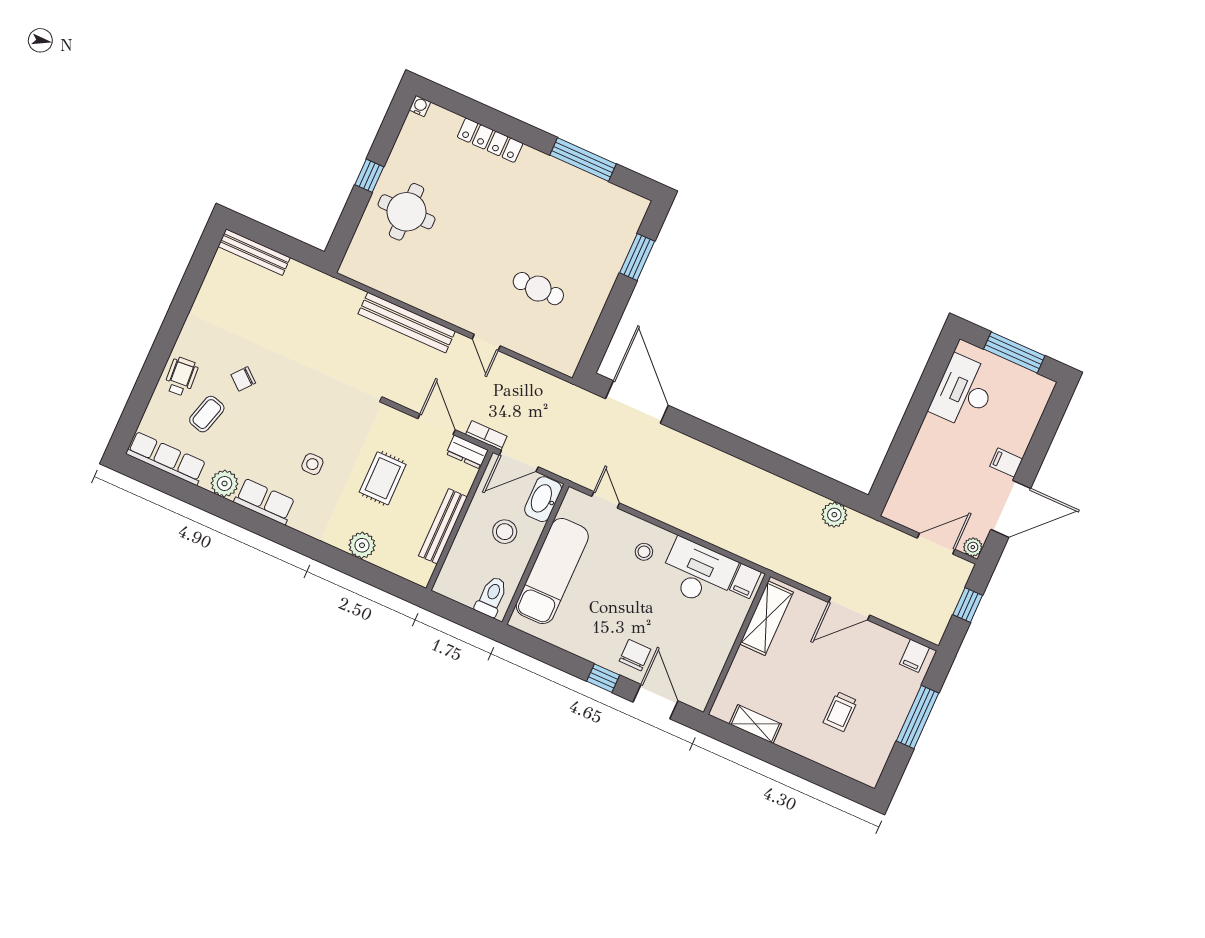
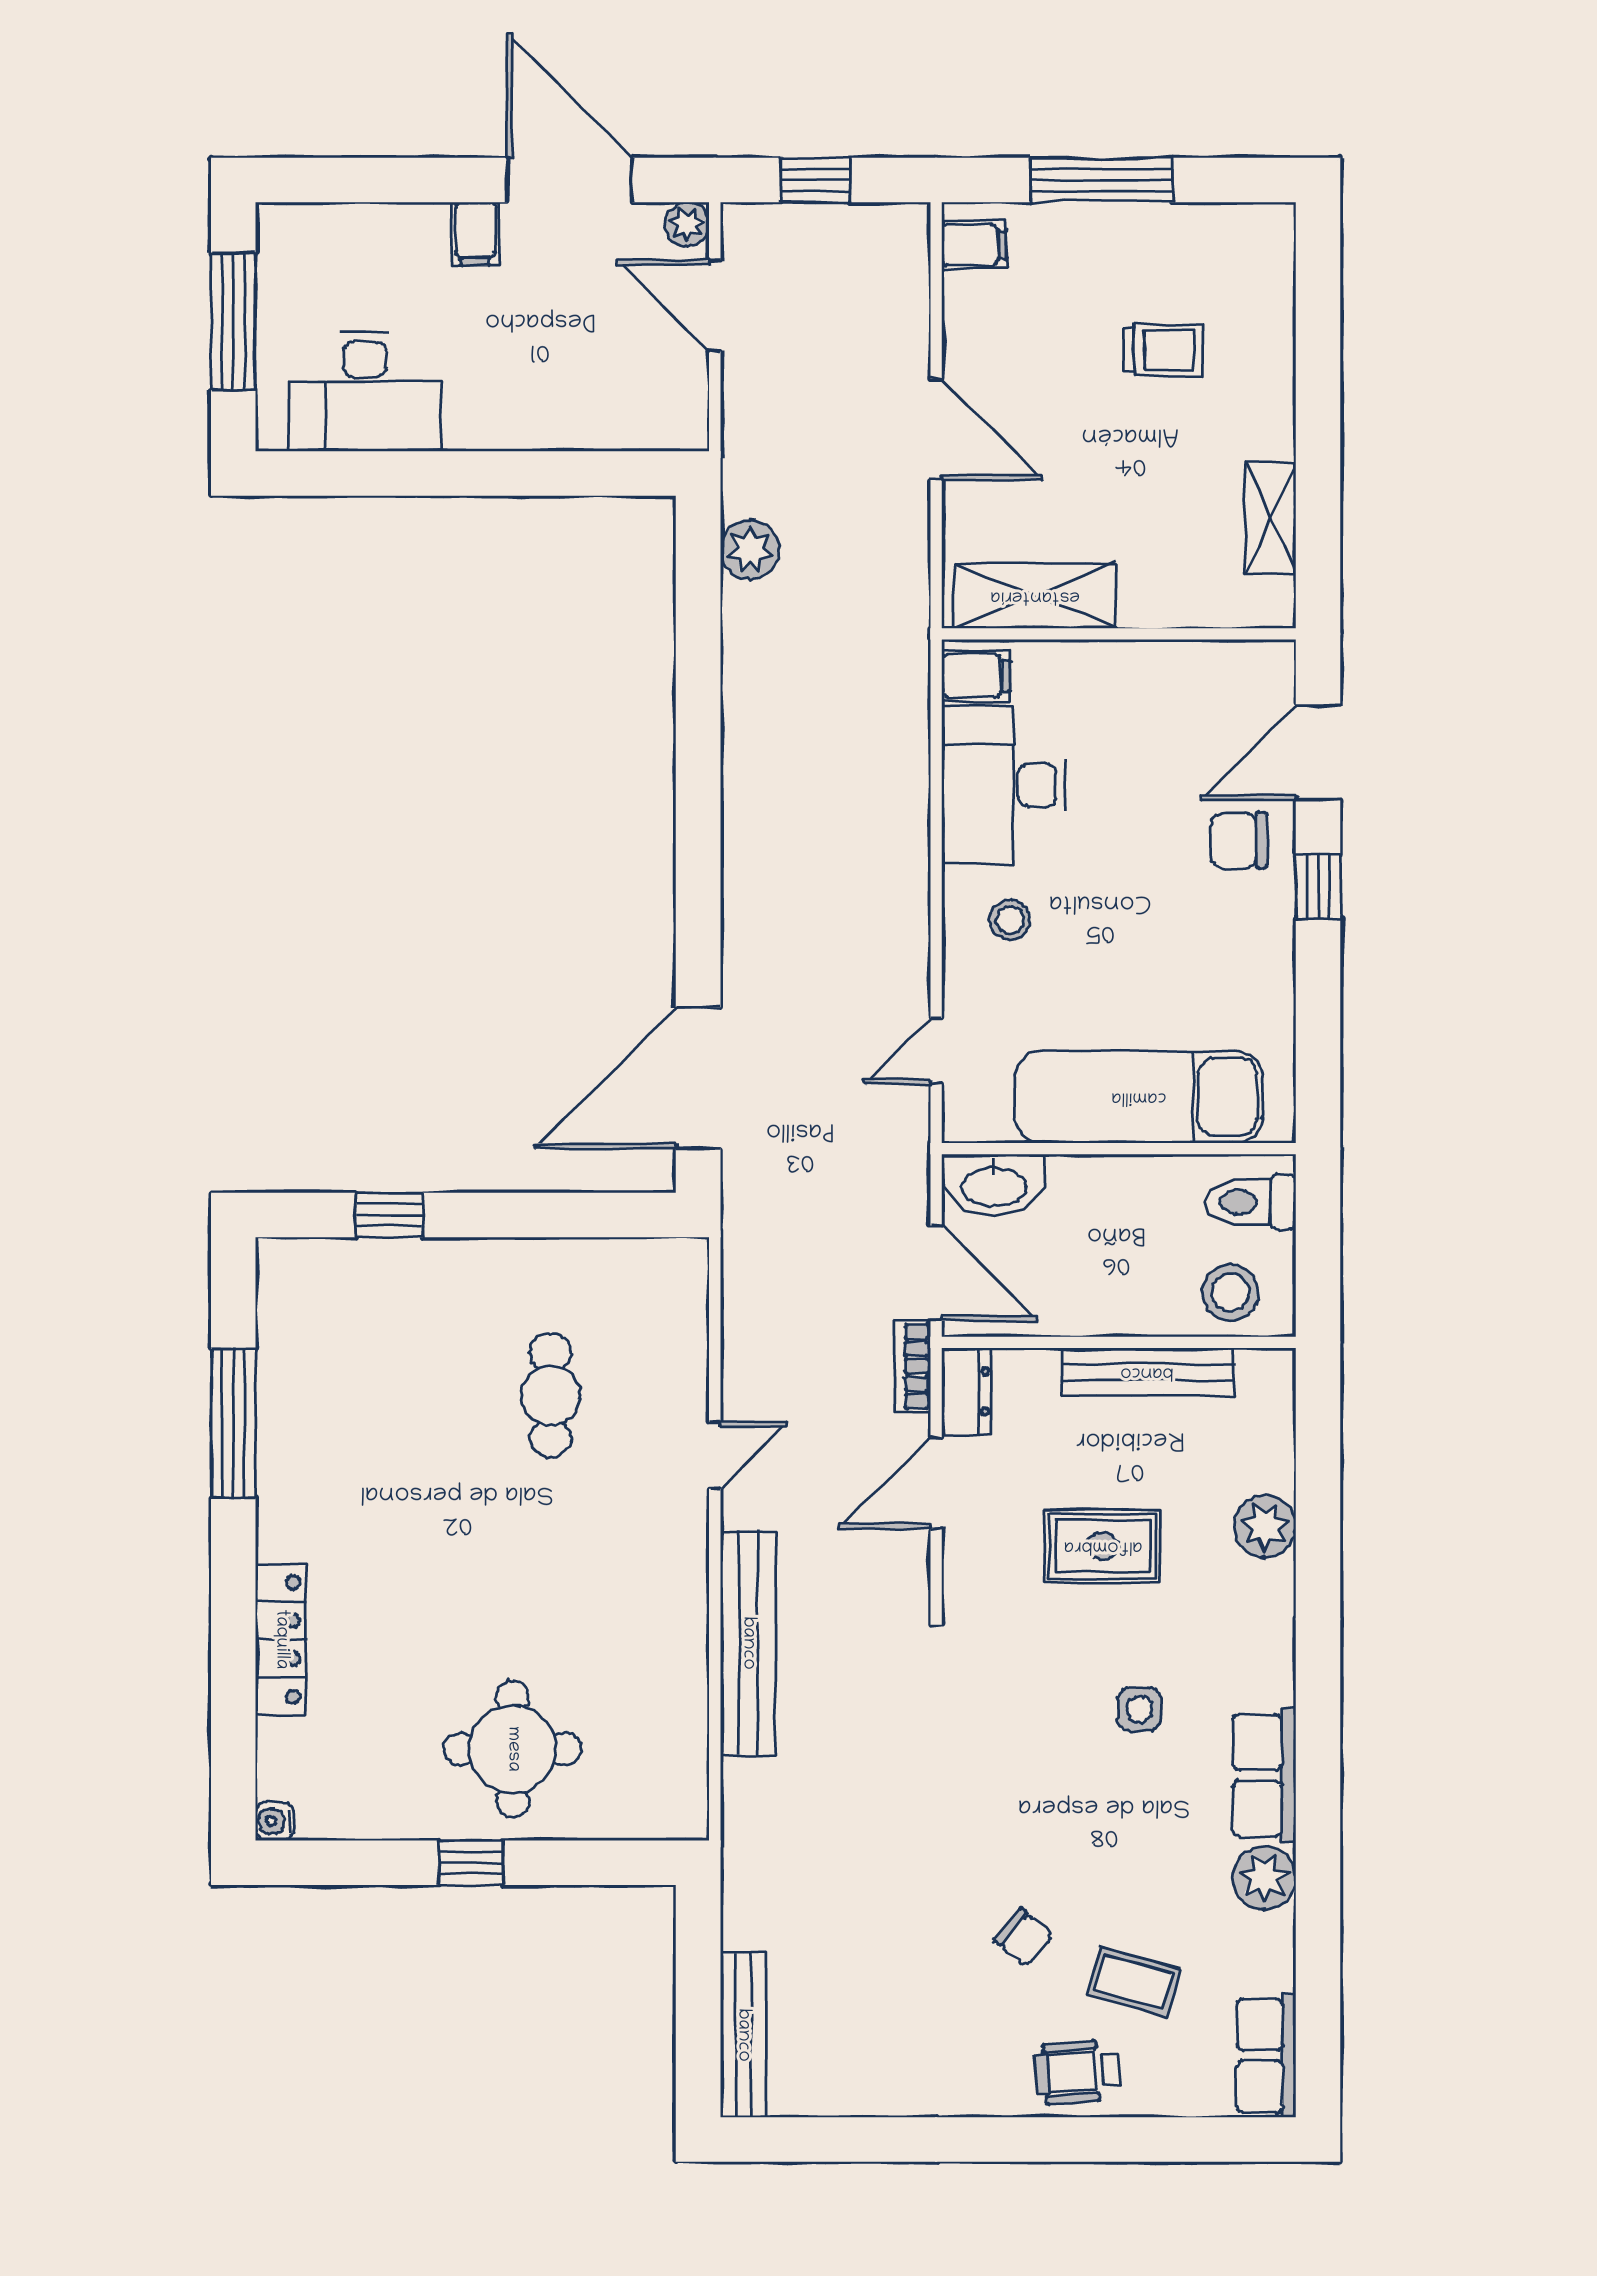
window: (637, 257) -> (389, 1215), width x0.67
row of seats: (166, 458) -> (1266, 2056), width x0.68
stool: (505, 532) -> (1231, 1293), moved

